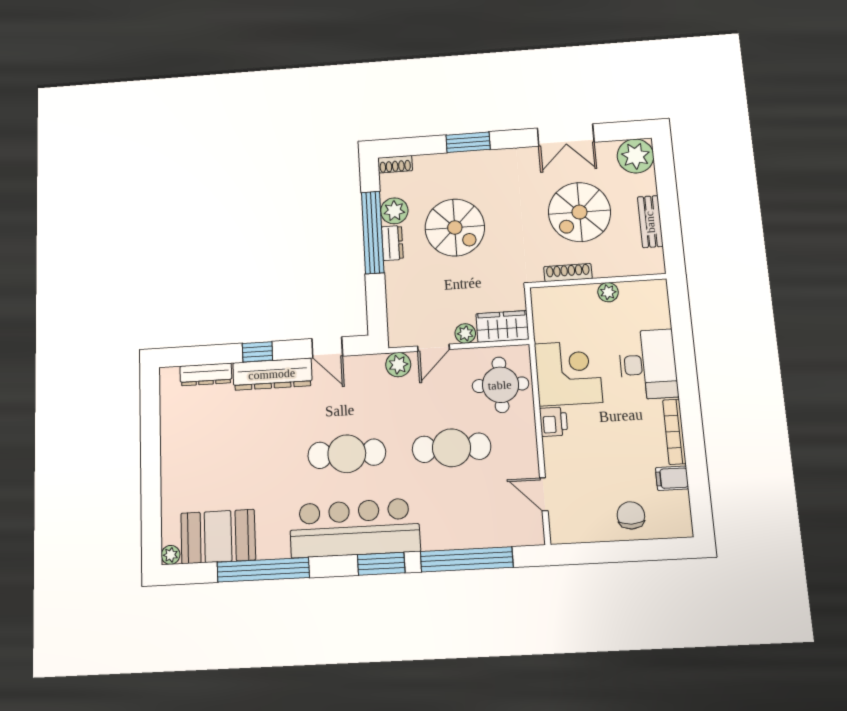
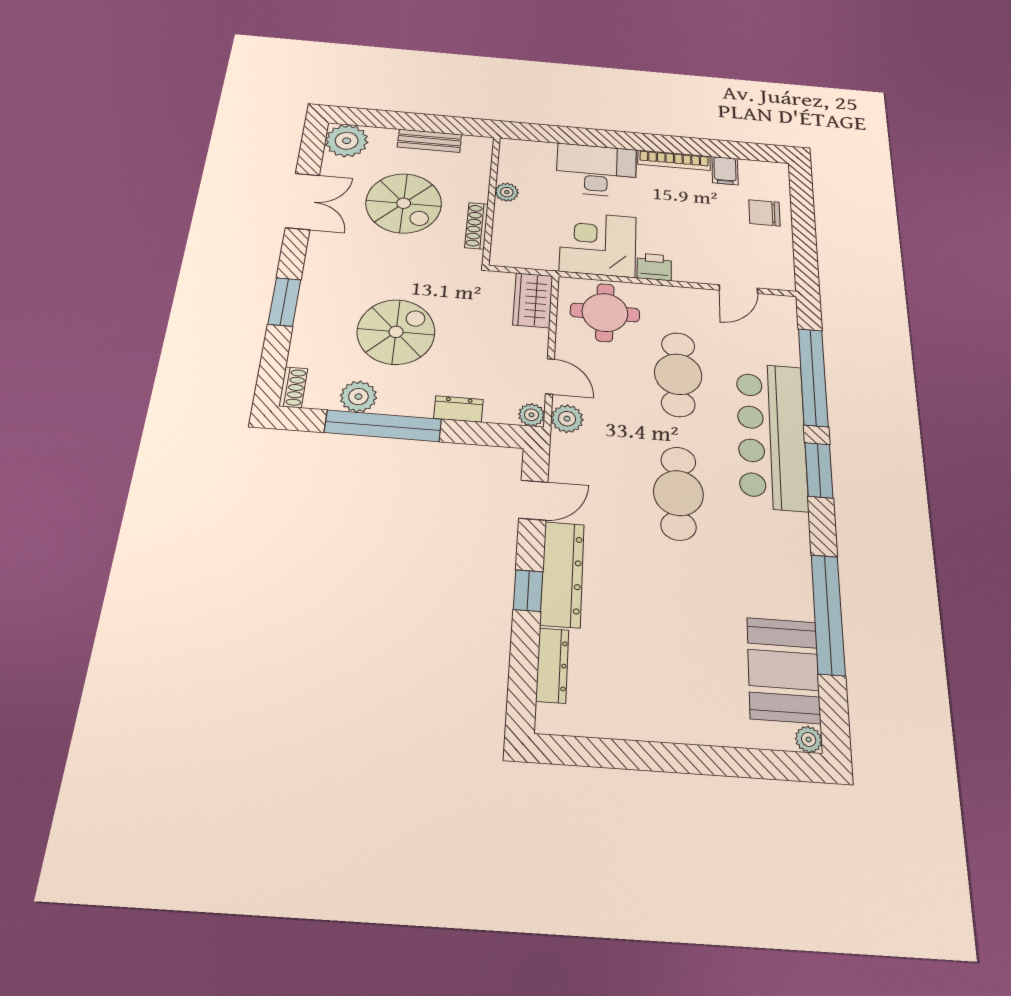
dresser: (392, 243) -> (458, 409), moved
plant: (465, 333) -> (531, 415), moved
bar counter: (355, 528) -> (772, 435), moved

